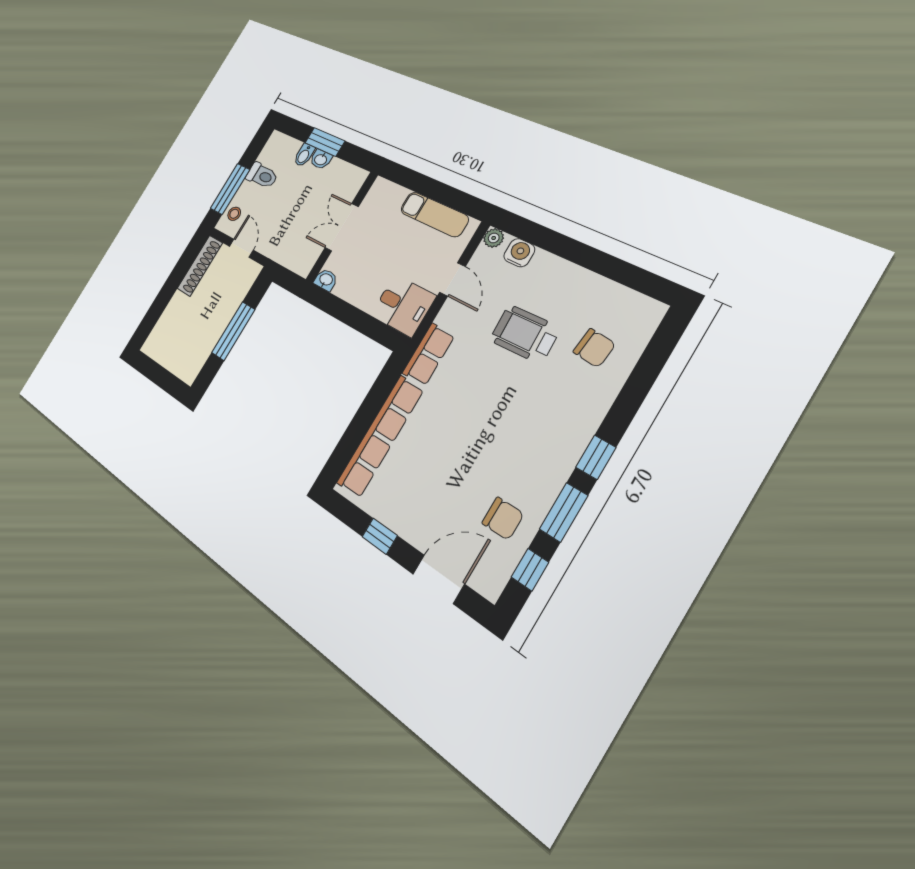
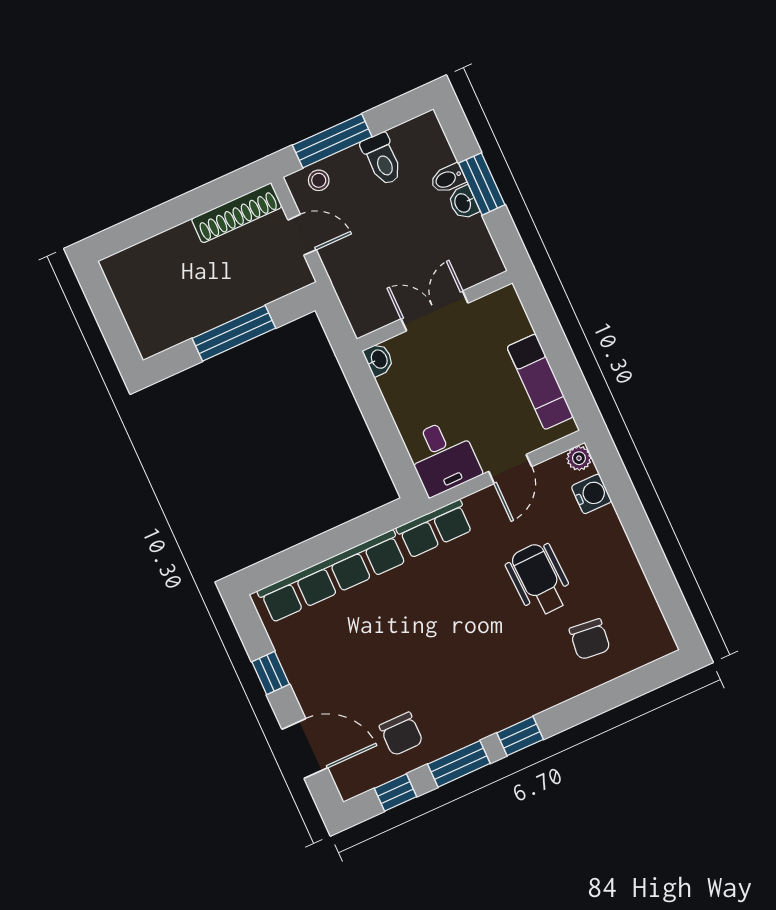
door: (241, 248) -> (302, 235), hinge flipped

